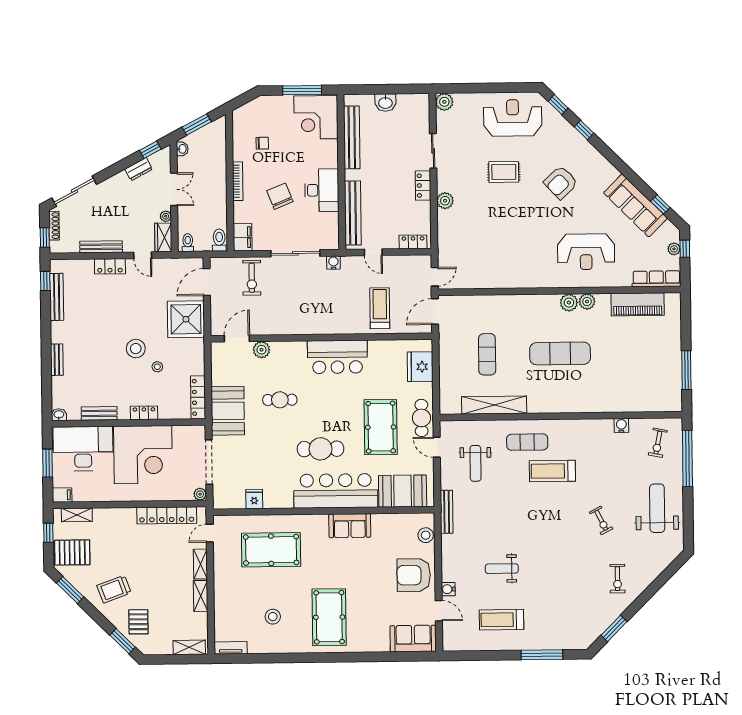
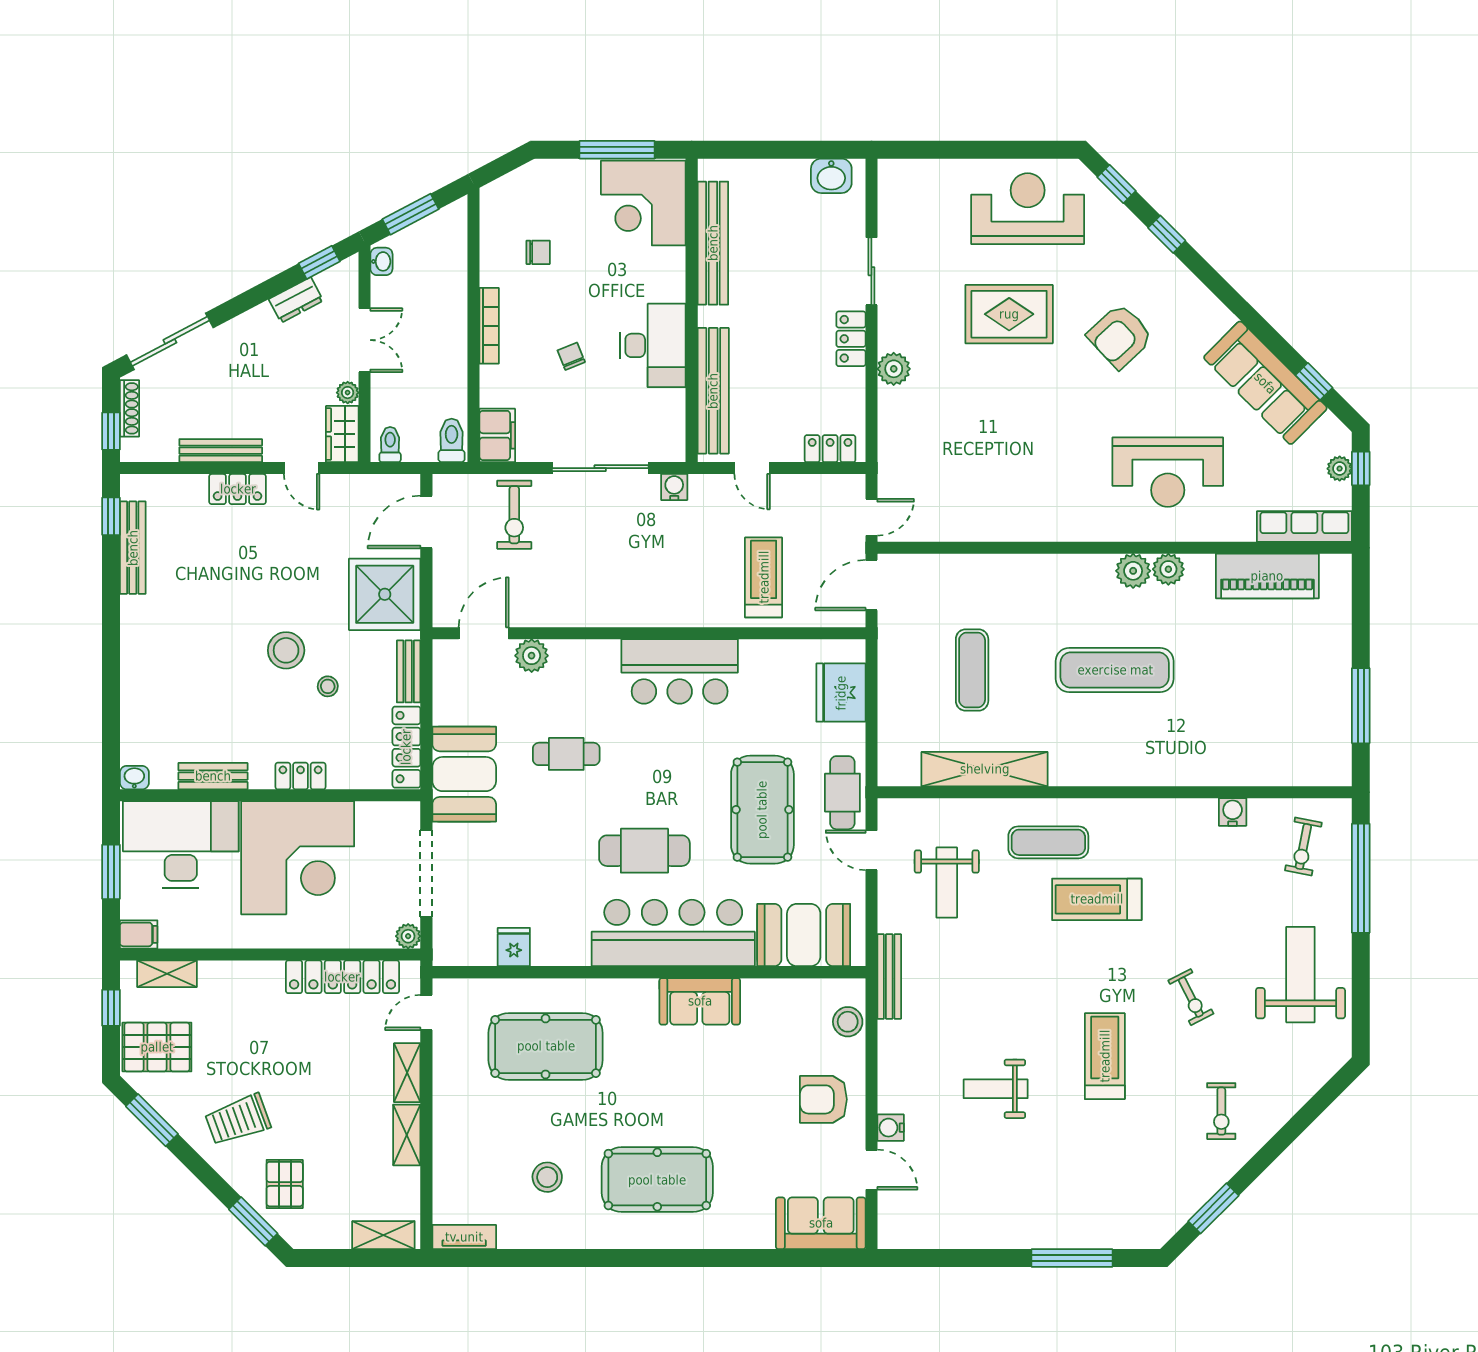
plant: (444, 102) -> (895, 176), removed
washbasin: (385, 103) -> (831, 176), moved
rug: (504, 172) -> (1009, 314), width x1.36, depth x1.43
chair: (280, 196) -> (571, 356), width x0.54, depth x0.54
bench: (57, 360) -> (409, 671), moved
armchair: (414, 575) -> (823, 1099), width x0.73, depth x0.73
pool table: (329, 617) -> (657, 1180), turned 90
treadmill: (502, 620) -> (1105, 1056), moved, turned 90

